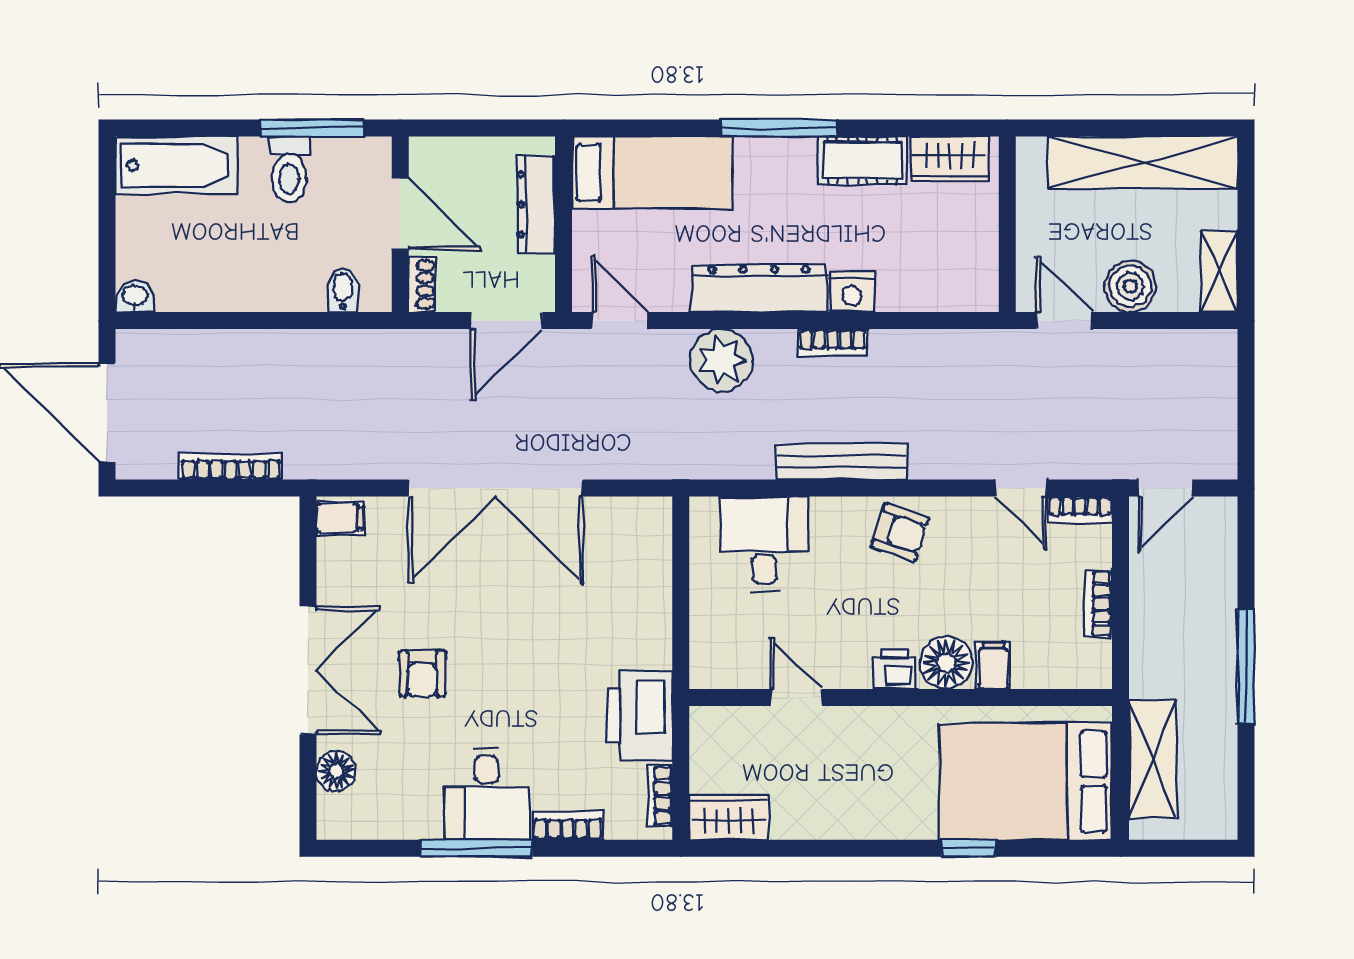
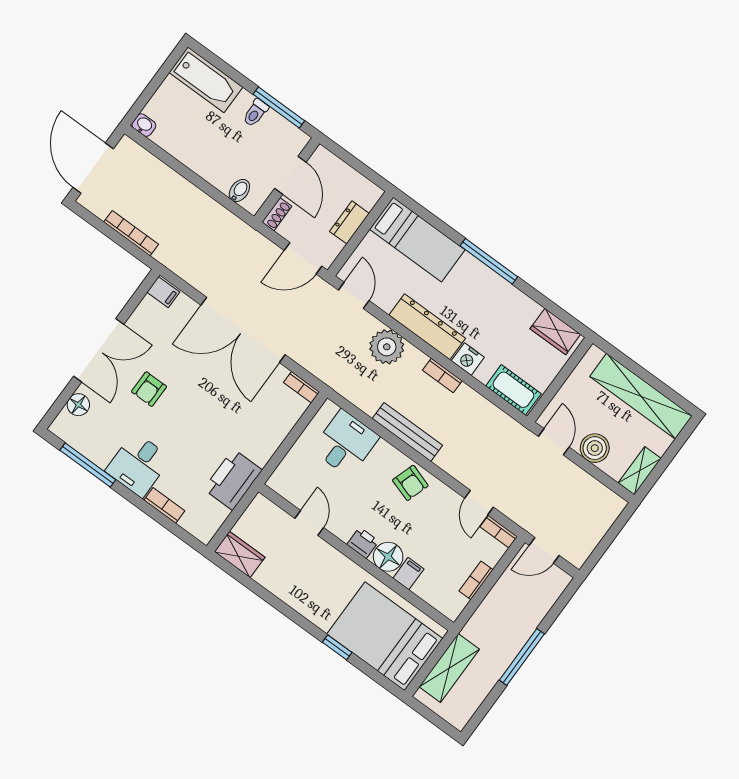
cot: (862, 161) -> (513, 390), moved
toilet: (289, 170) -> (256, 113), width x0.73, depth x0.72
dresser: (536, 205) -> (349, 222), width x0.70
bookcase: (660, 796) -> (302, 387), moved, turned -90
window: (476, 848) -> (88, 465), moved

